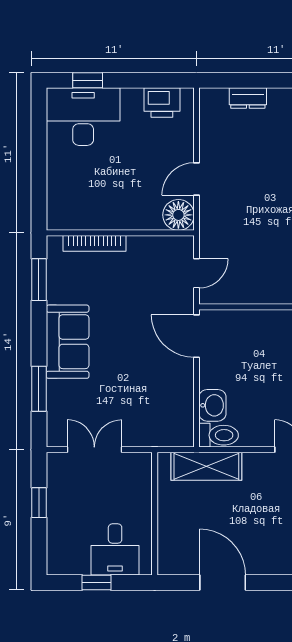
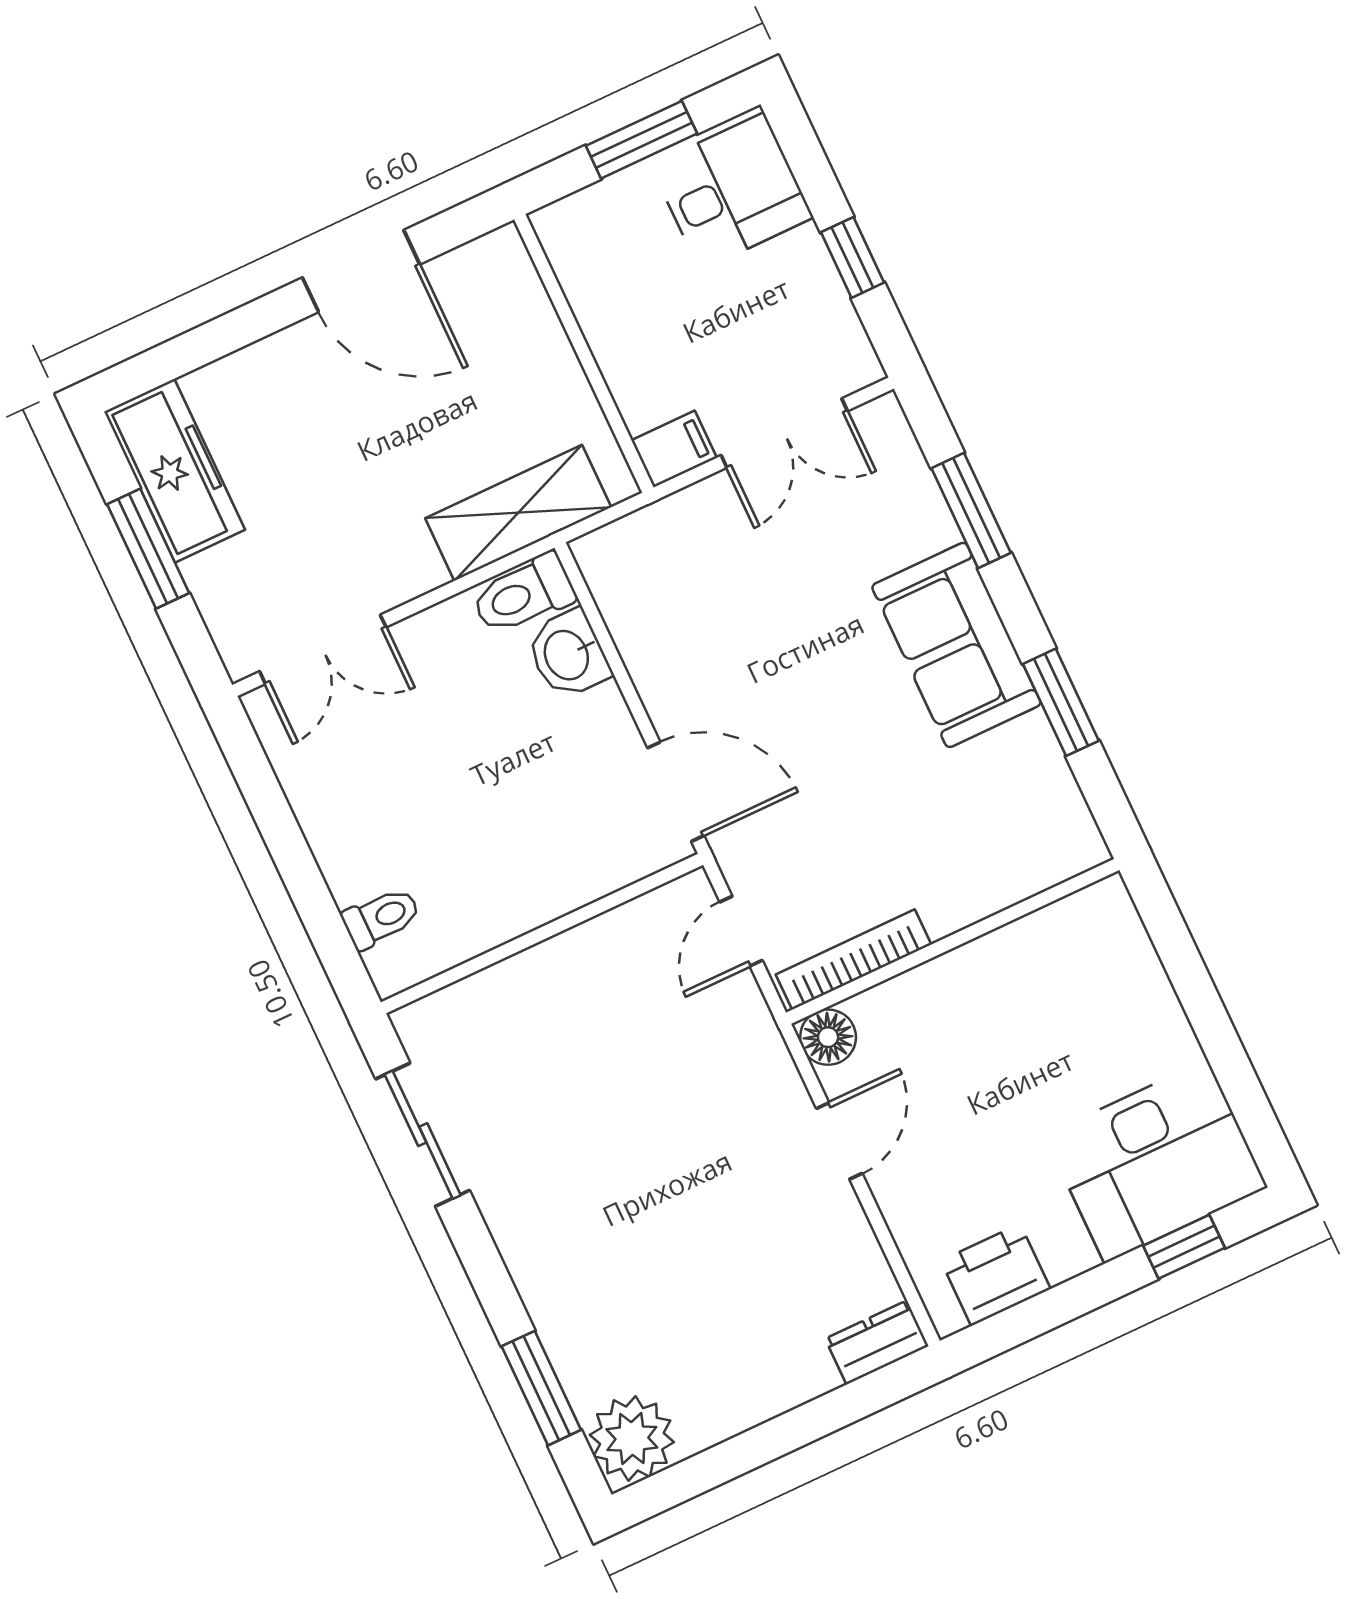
dresser: (248, 98) -> (877, 1342), moved
floor lamp: (178, 215) -> (828, 1037), width x0.73, depth x0.73
bookcase: (94, 243) -> (853, 960), moved
window: (39, 280) -> (1061, 702), moved
filing cabinet: (138, 463) -> (674, 449), added
desk: (115, 549) -> (732, 192), moved, turned 90
window: (96, 583) -> (641, 140), width x1.50

